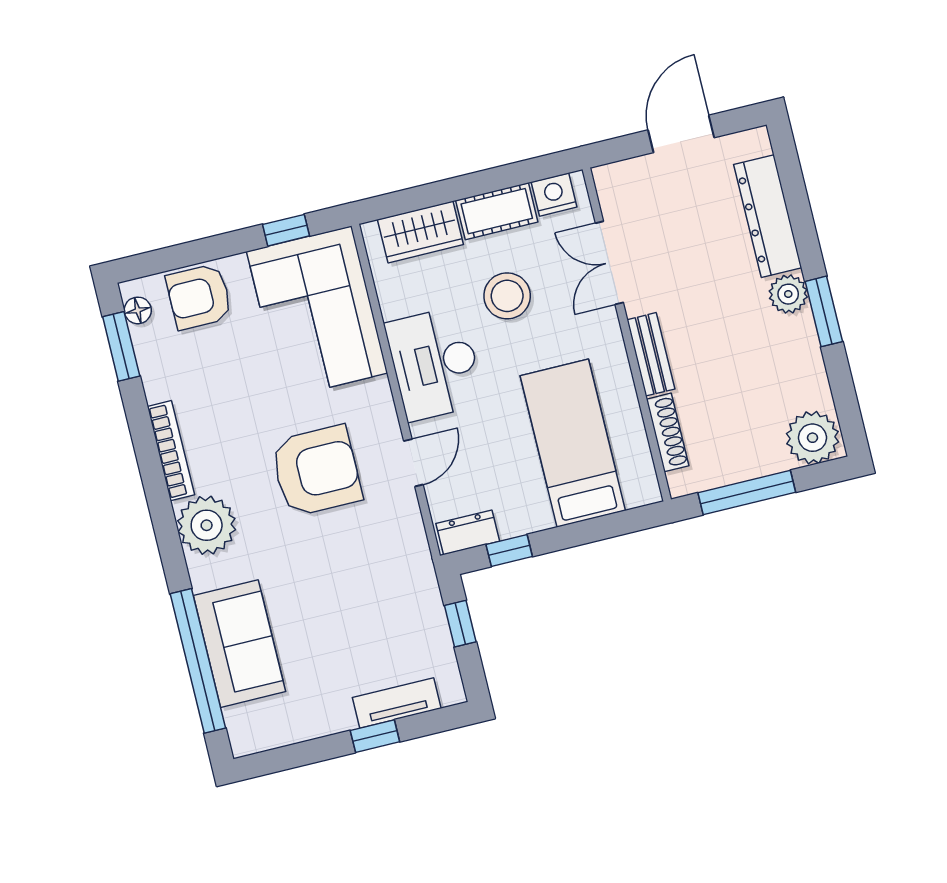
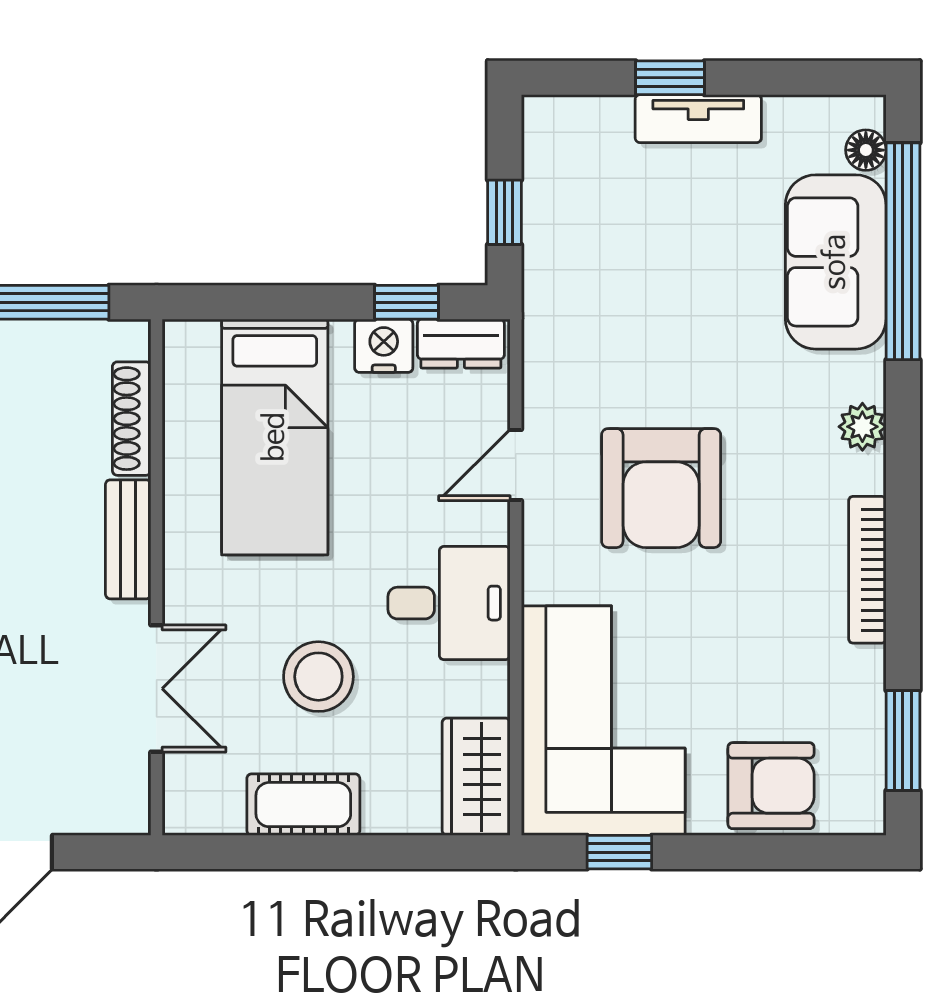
nightstand: (554, 195) -> (384, 346), moved, turned 180
wardrobe: (420, 232) -> (476, 777), moved, turned -90
floor lamp: (138, 310) -> (866, 150), moved
desk: (435, 364) -> (449, 603), width x0.73
armchair: (316, 471) -> (661, 488), turned -90
plant: (207, 525) -> (862, 427), width x0.53, depth x0.53
tv unit: (397, 703) -> (698, 119), moved

